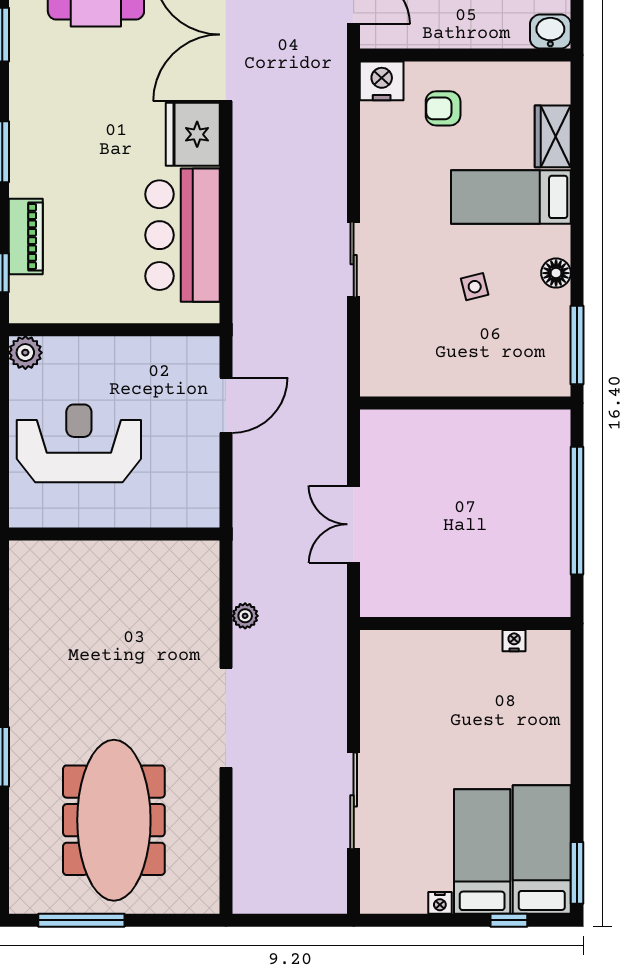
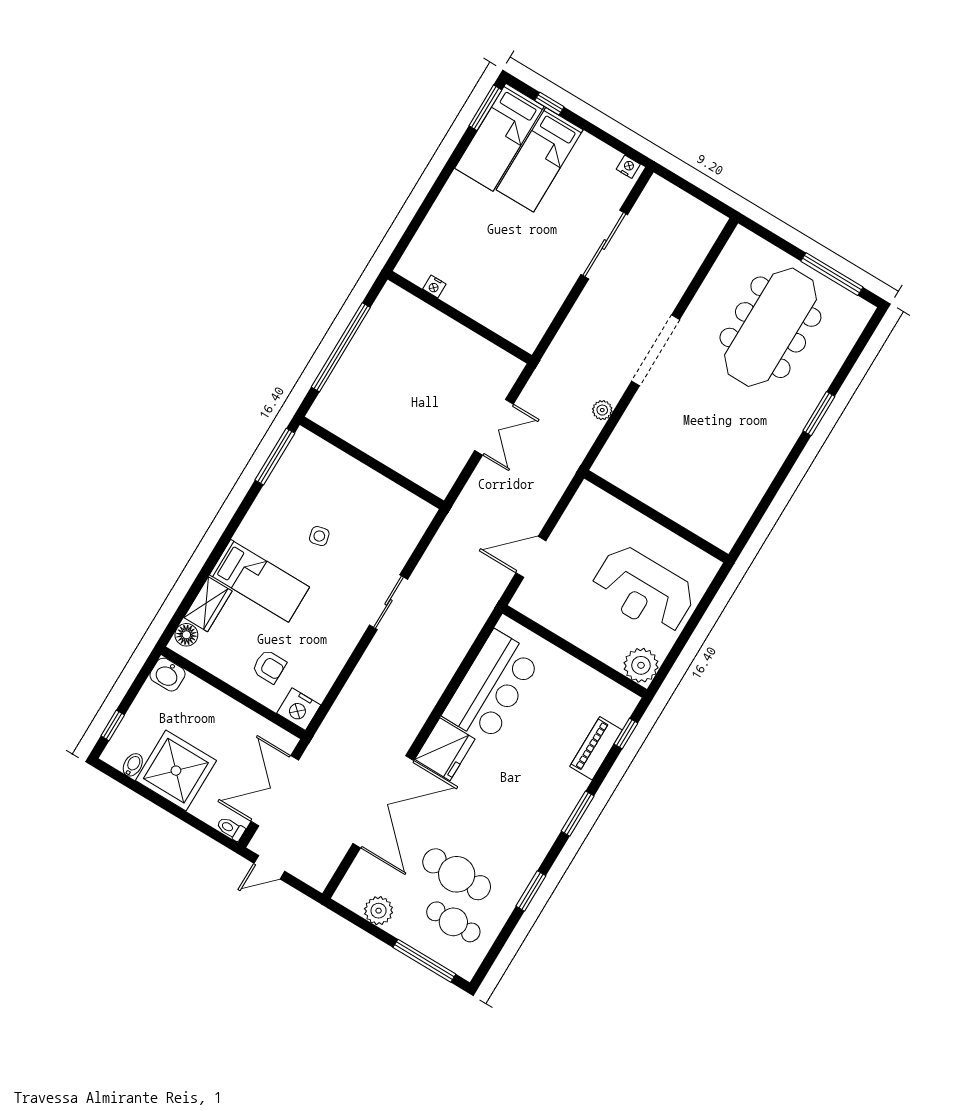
floor lamp: (556, 273) -> (186, 635), moved
plant: (25, 353) -> (641, 665), width x1.36, depth x1.36
nightstand: (440, 903) -> (628, 167), moved

